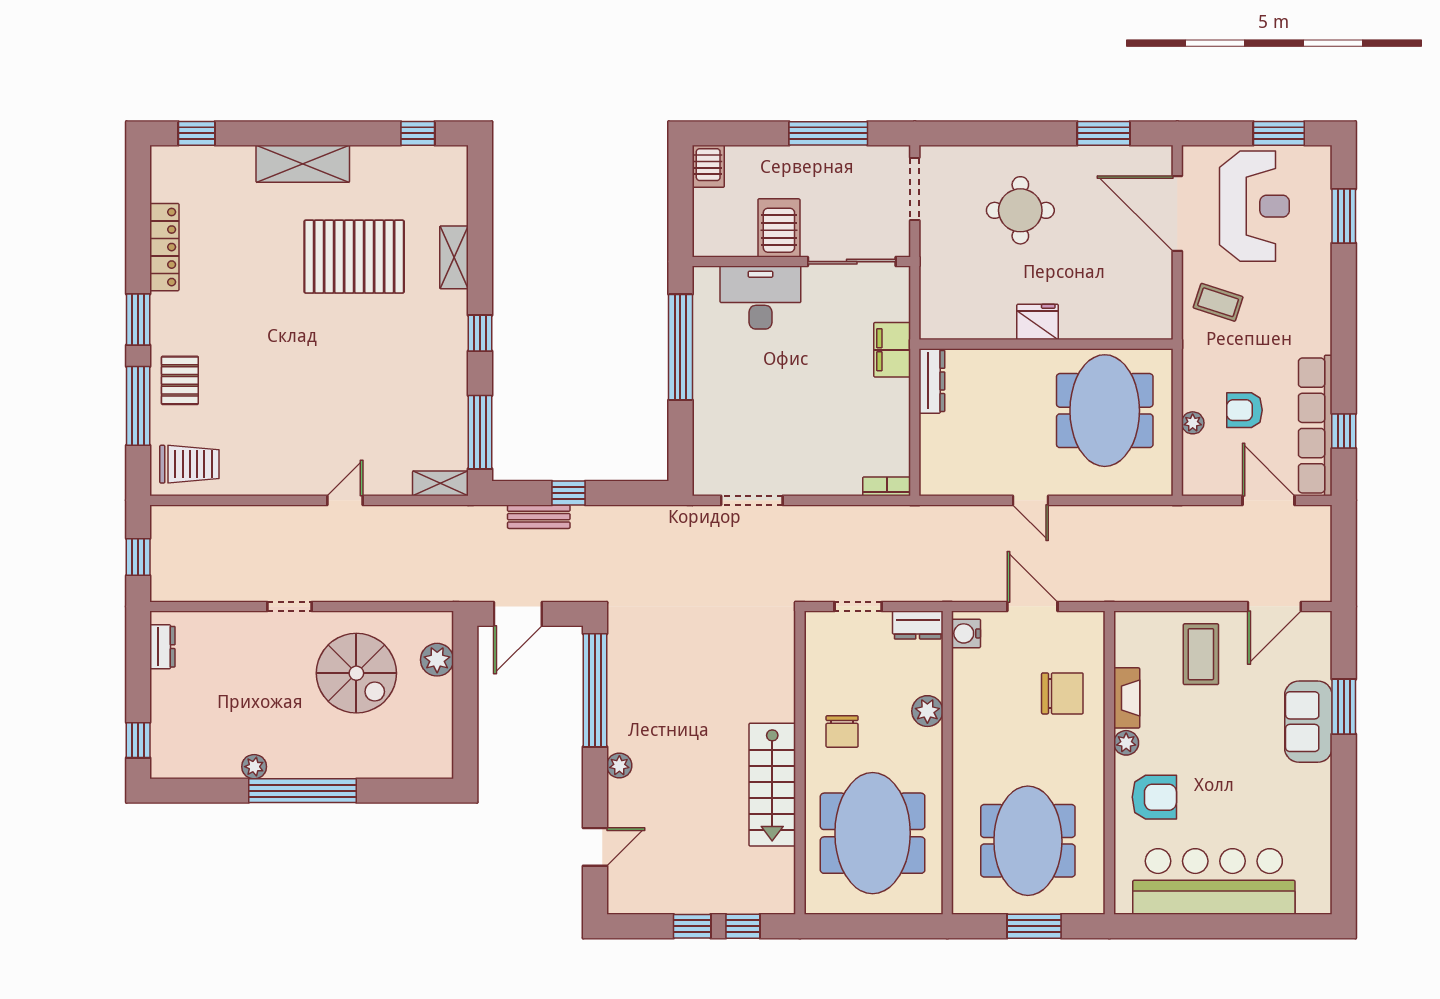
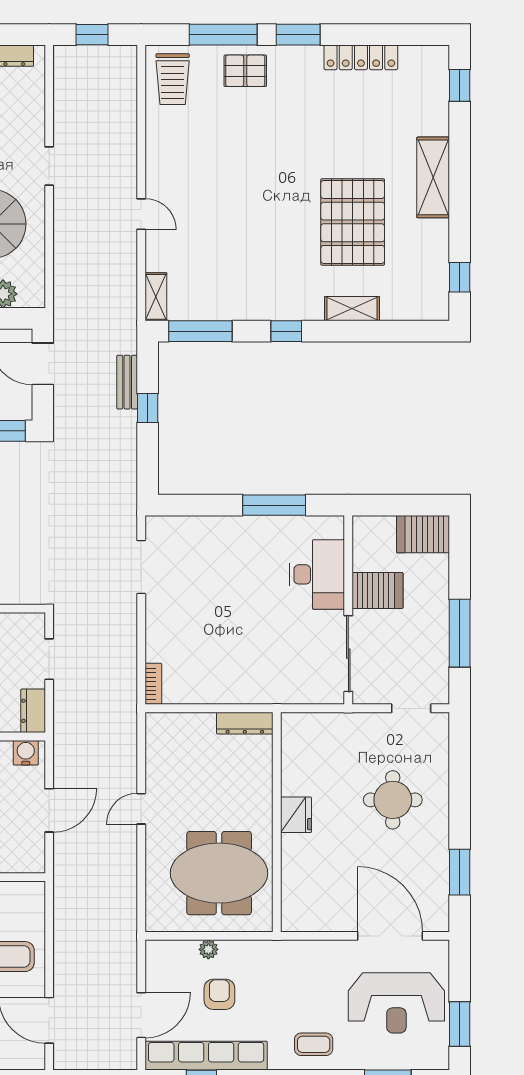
server rack: (708, 166) -> (423, 534), width x1.36, depth x1.44
doorway: (915, 189) -> (411, 708), width x0.73
door: (1177, 214) -> (390, 936), hinge flipped
coffee table: (1218, 302) -> (314, 1044), moved, turned 72
window: (680, 347) -> (274, 505), width x0.68
filing cabinet: (892, 350) -> (272, 689), removed

